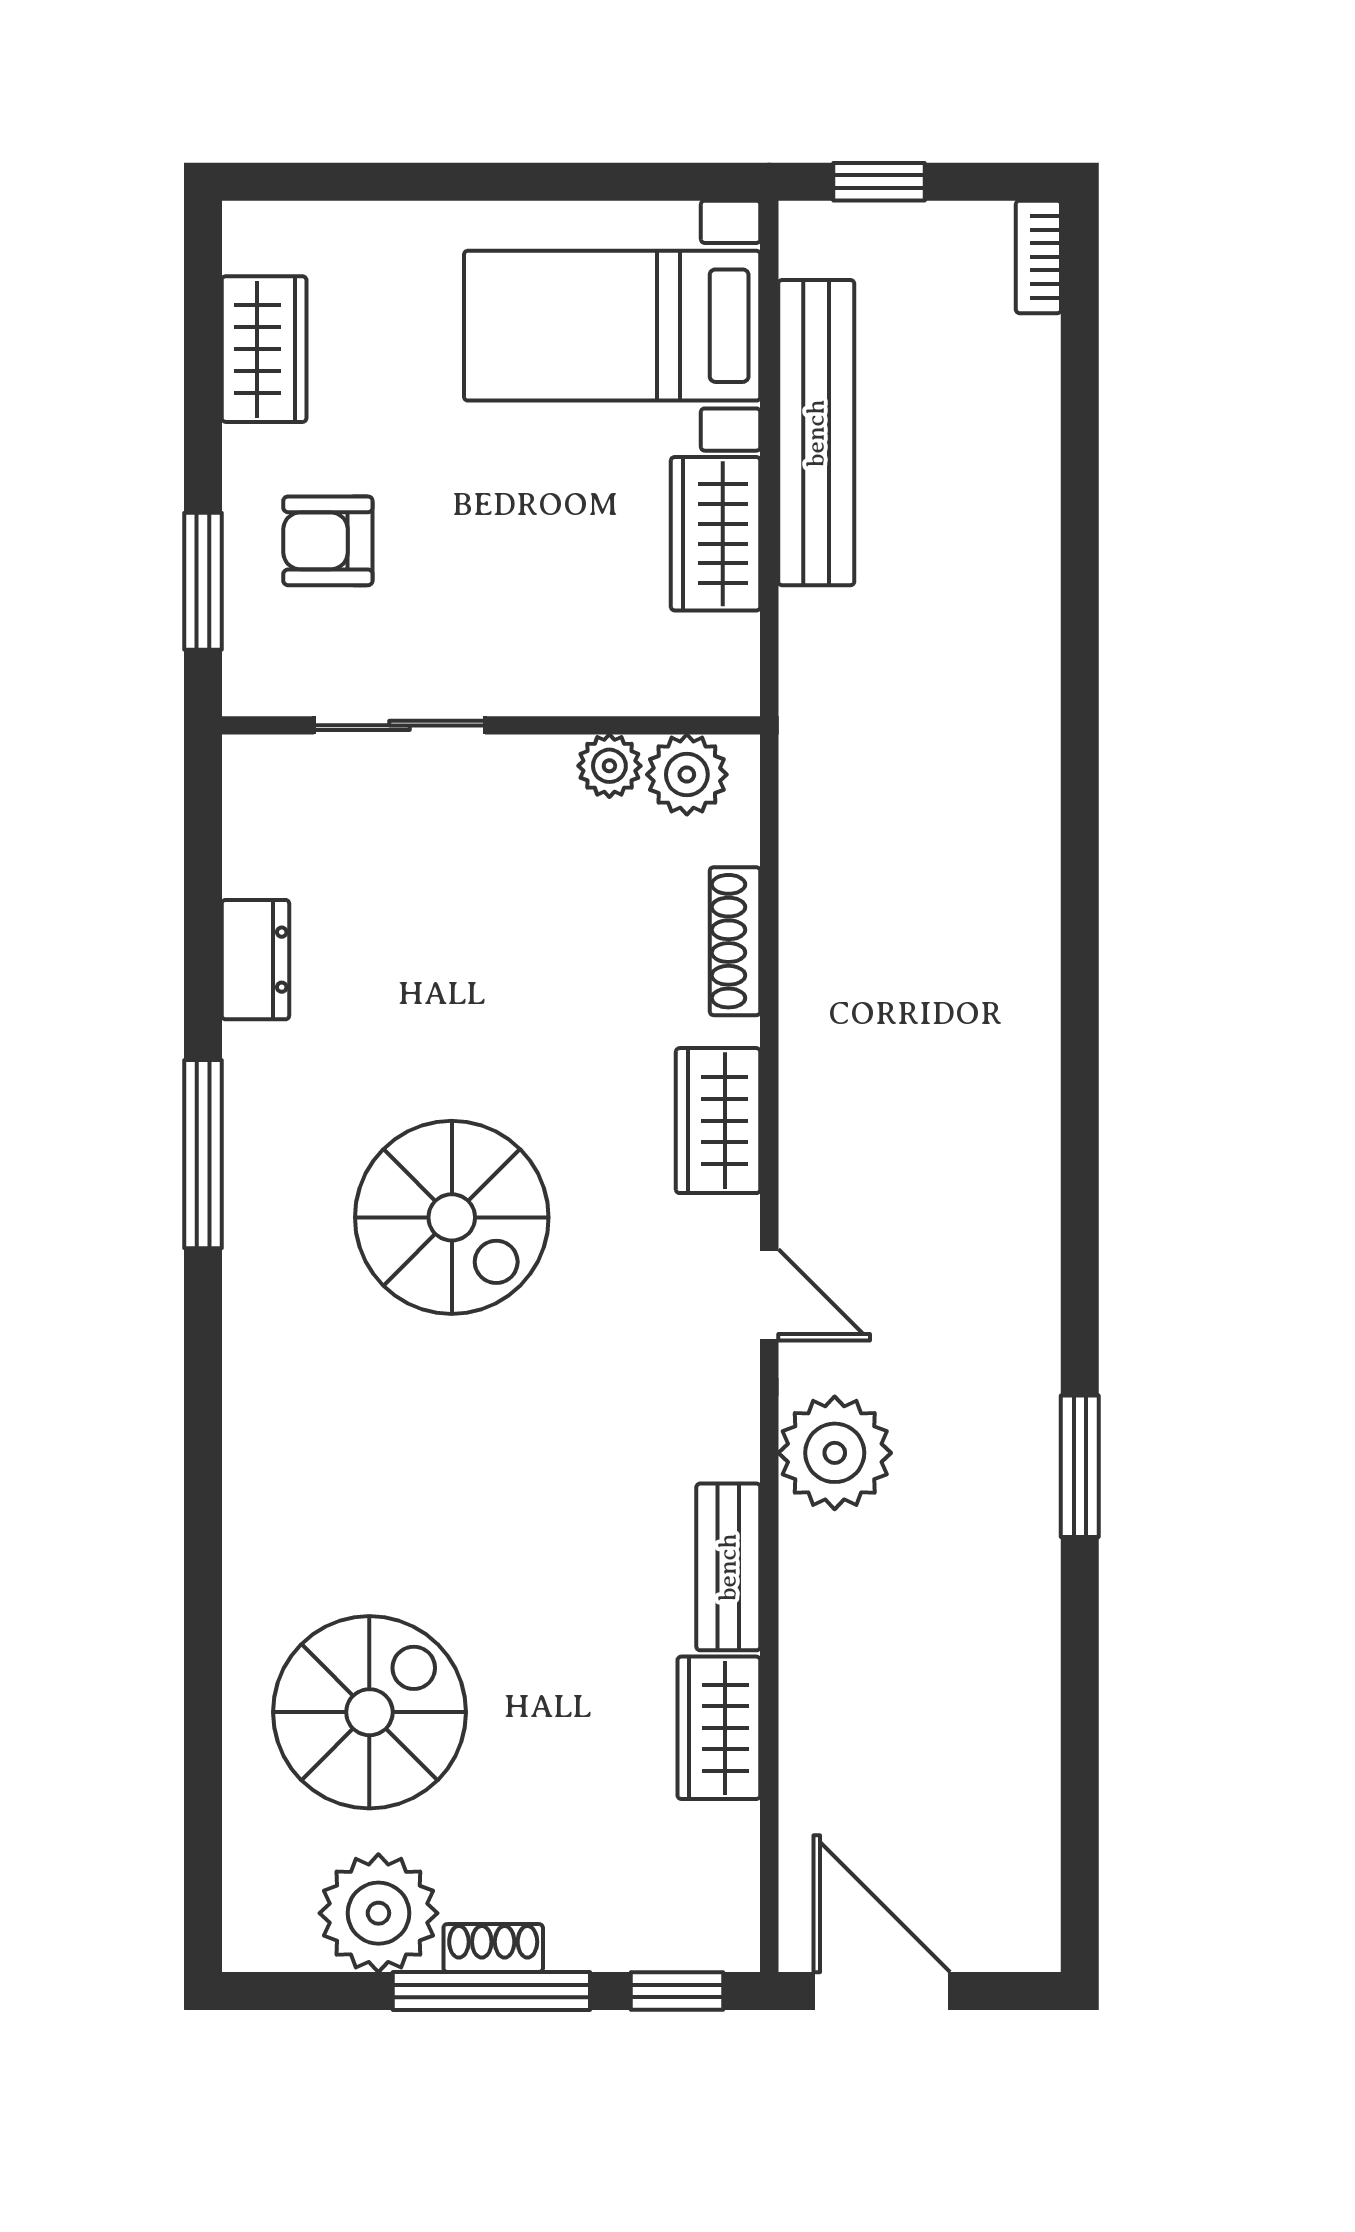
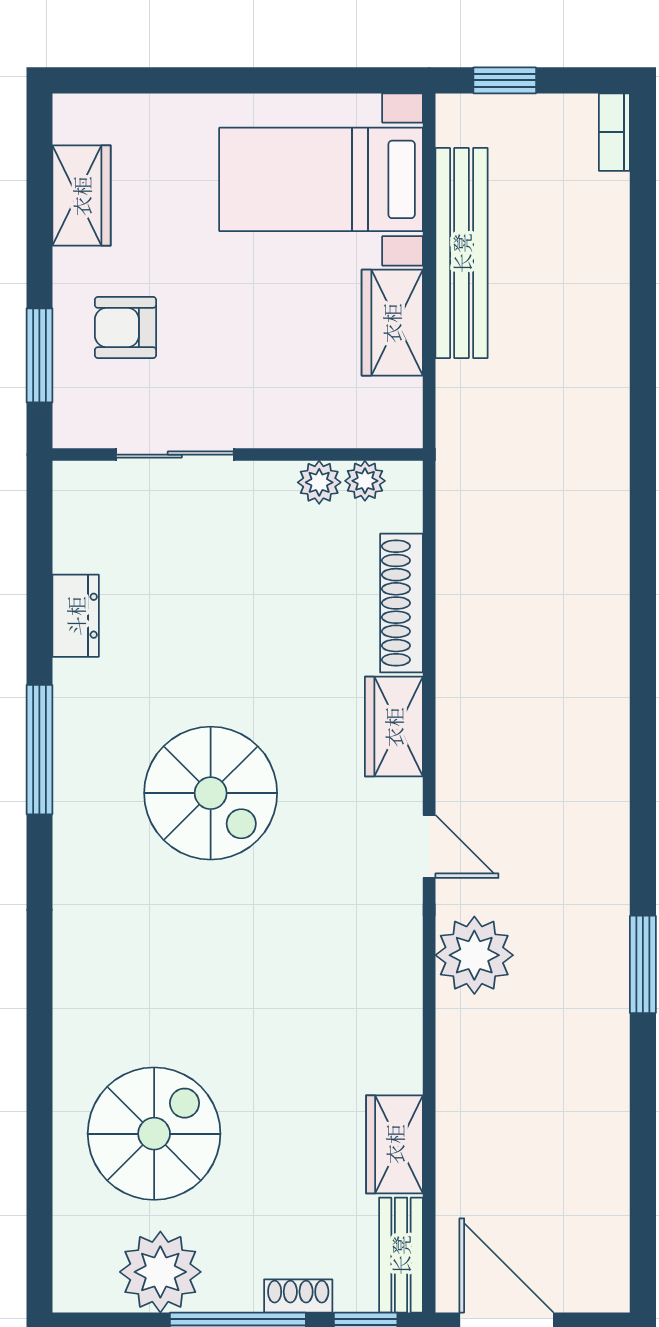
plant: (687, 775) -> (365, 481), width x0.73, depth x0.73
shoe rack: (735, 941) -> (402, 603), width x1.36, depth x1.24
bench: (728, 1567) -> (401, 1255), moved
shoe rack: (493, 1948) -> (298, 1296), moved

